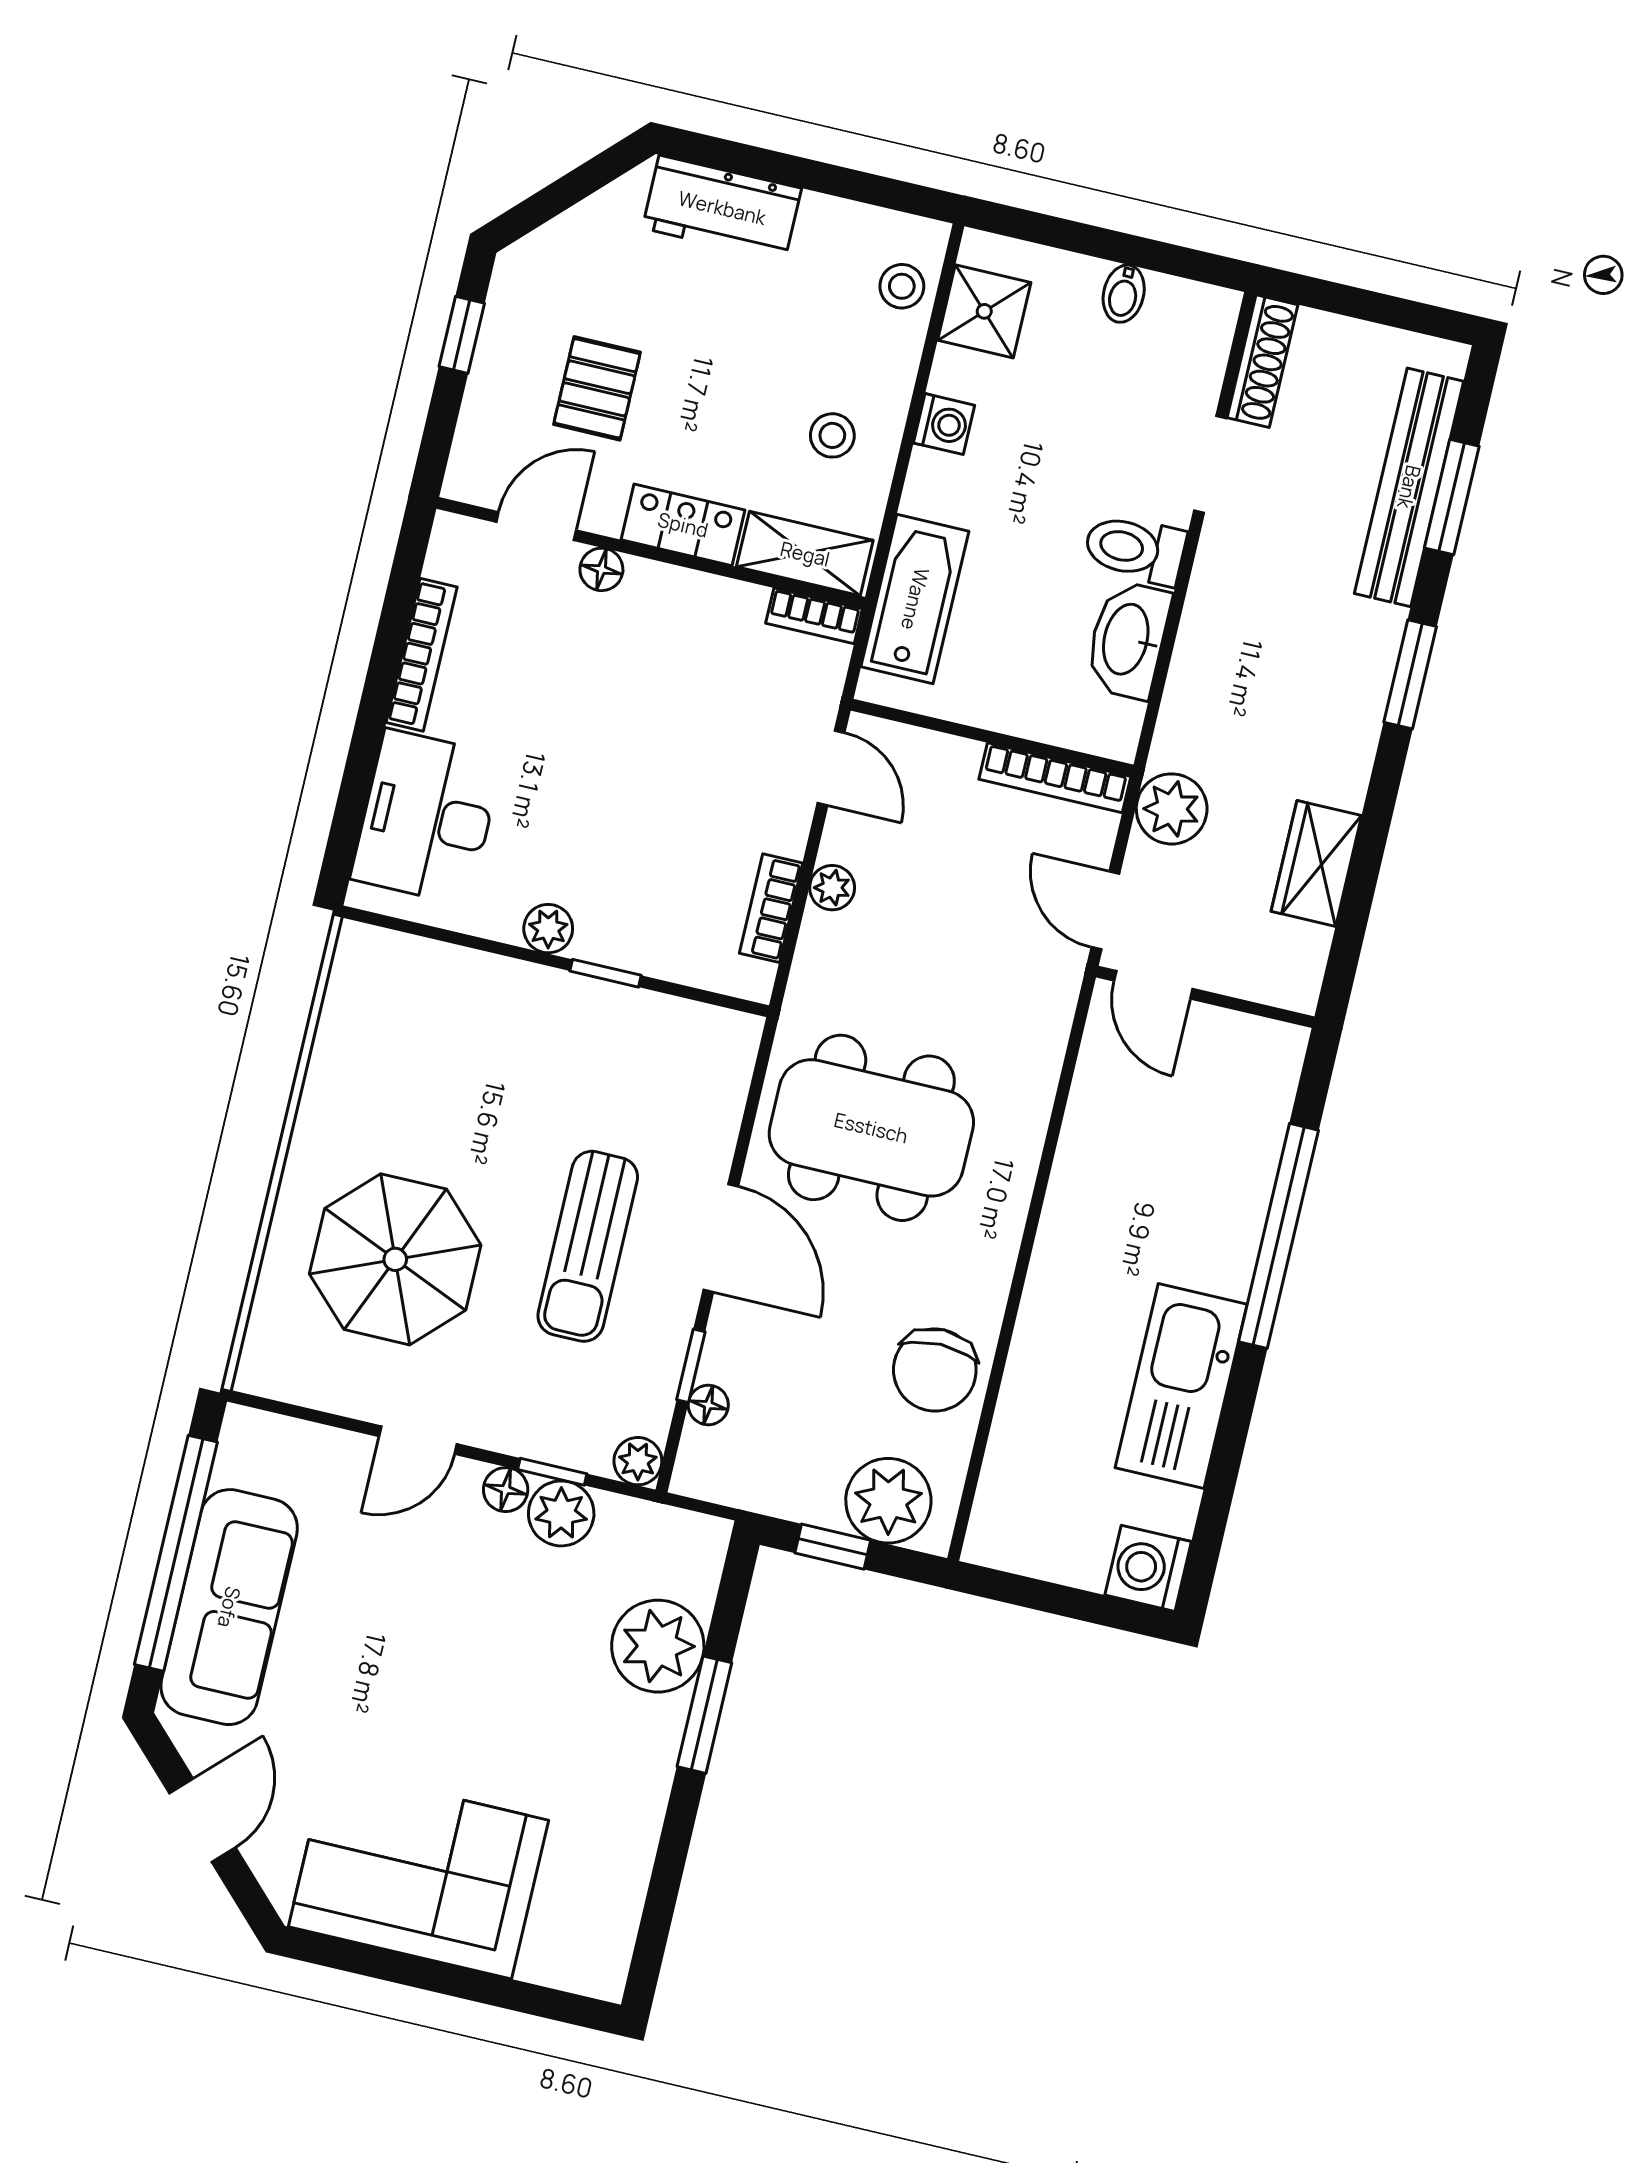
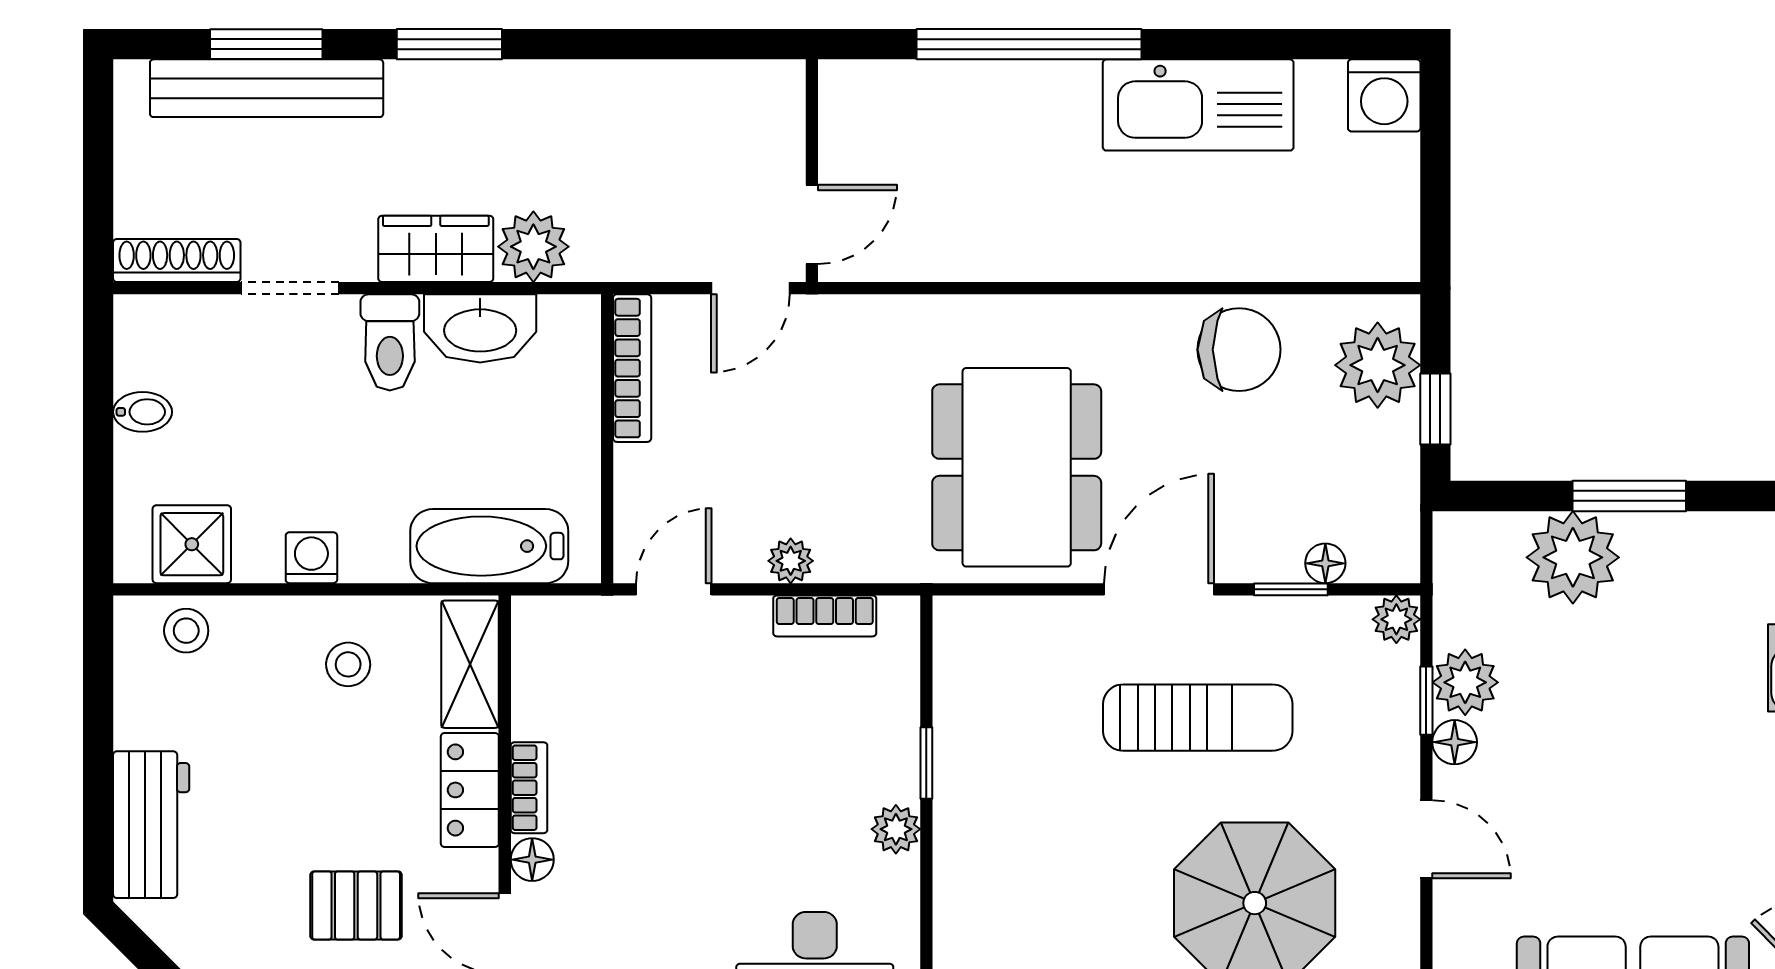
bookcase: (814, 616) -> (529, 788), moved
plant: (1172, 809) -> (533, 247), moved
wardrobe: (1316, 863) -> (436, 249), moved, turned 180

